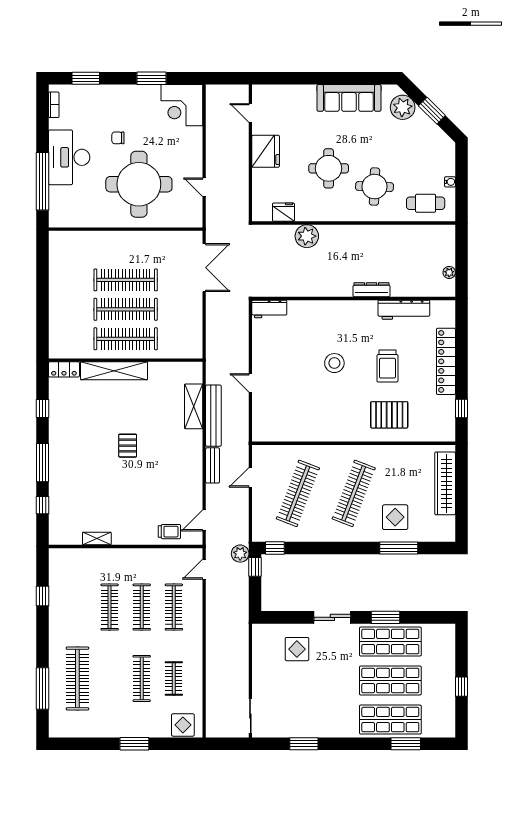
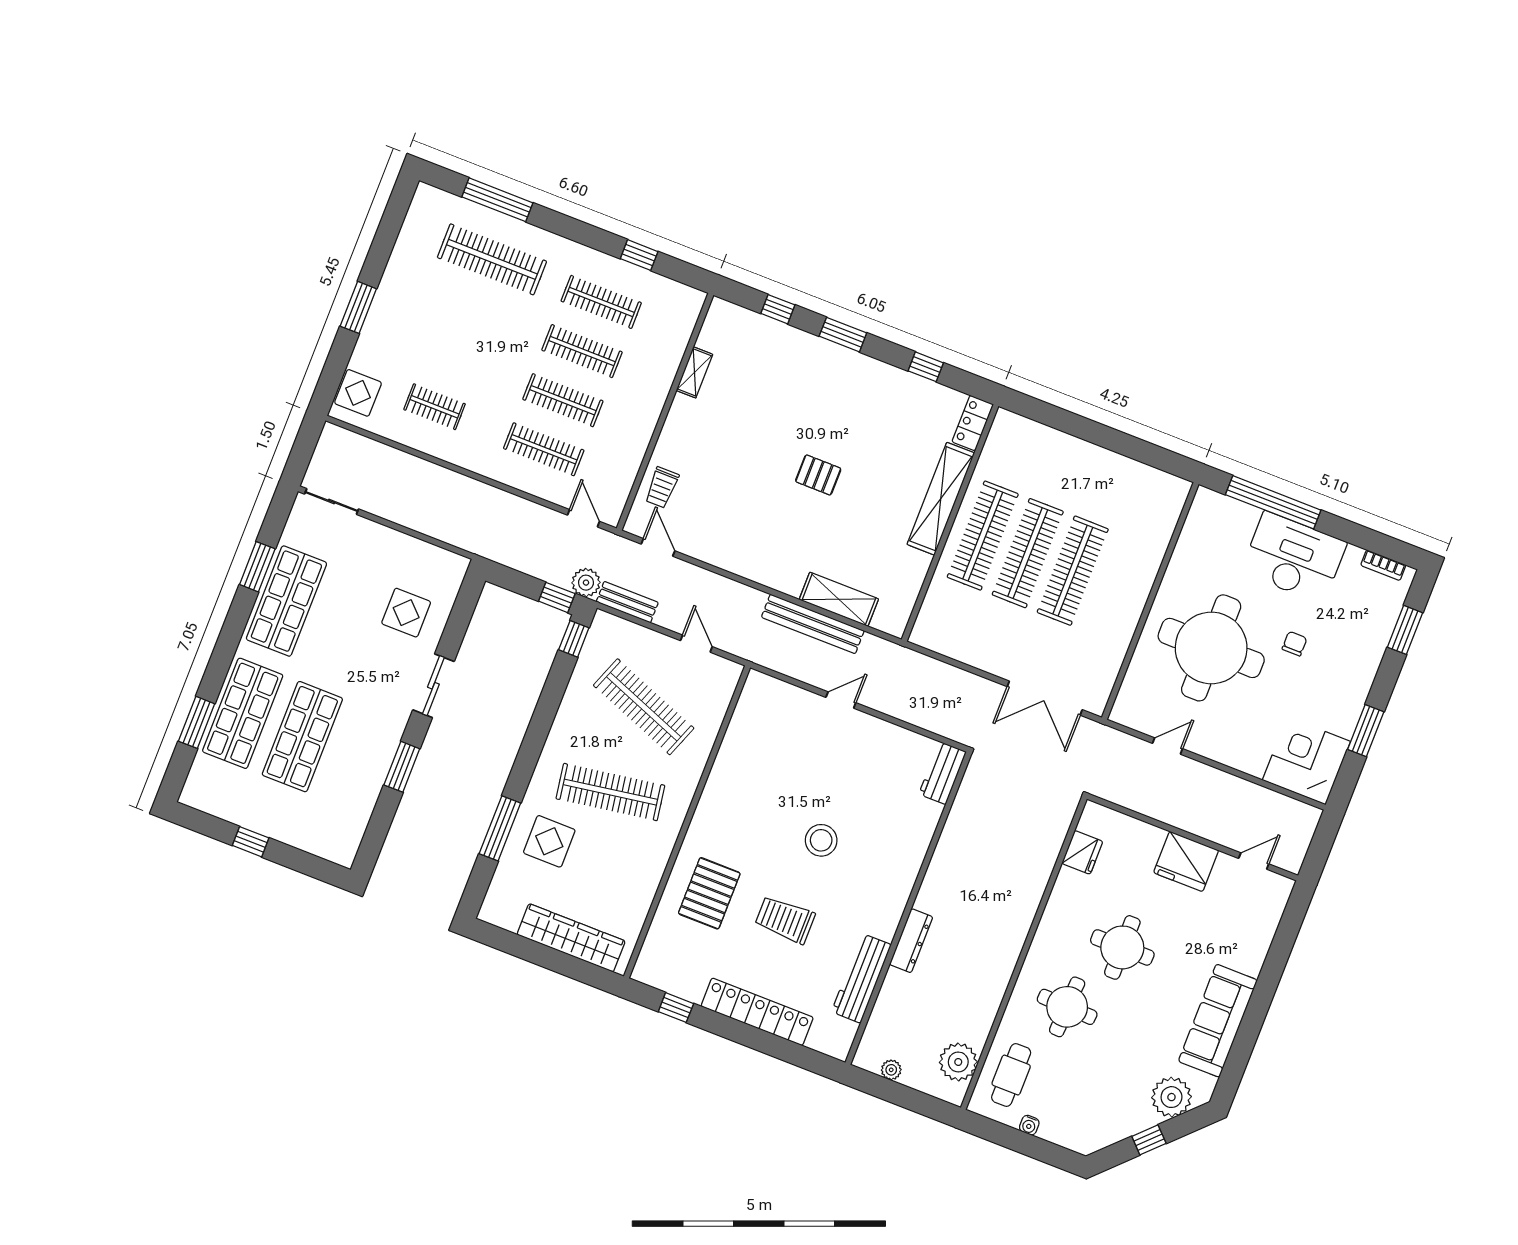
window: (432, 111) -> (1149, 1140), width x0.67
plant: (307, 236) -> (958, 1062), moved
window: (42, 463) -> (843, 335), width x0.69
bench: (213, 465) -> (627, 602), moved
clothes rail: (354, 493) -> (610, 792), turned -30
shop shelf: (390, 642) -> (286, 601), moved
clothes rail: (142, 678) -> (601, 302), moved

